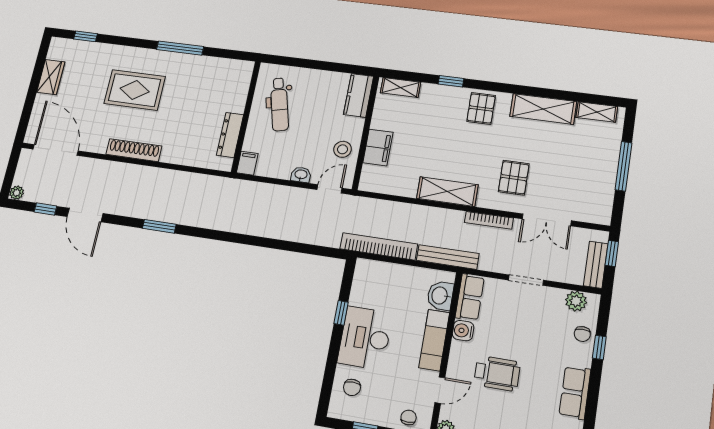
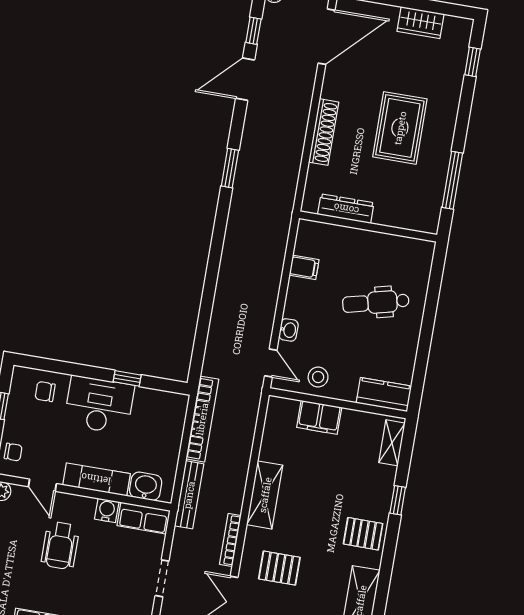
wall: (246, 117) -> (368, 227), moved
dresser: (230, 135) -> (346, 209), moved

